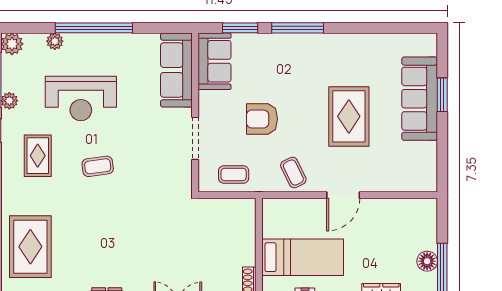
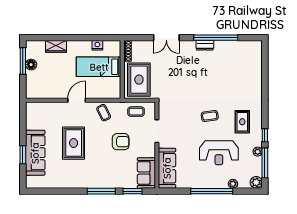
reception desk: (81, 98) -> (219, 153), turned 180
rug: (30, 247) -> (139, 80), moved

